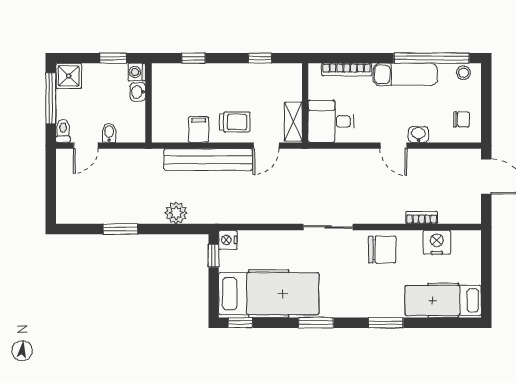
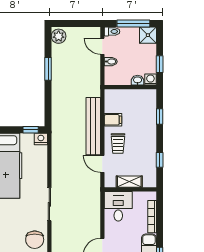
shelving: (293, 122) -> (129, 182), moved
plant: (176, 213) -> (59, 36), moved

